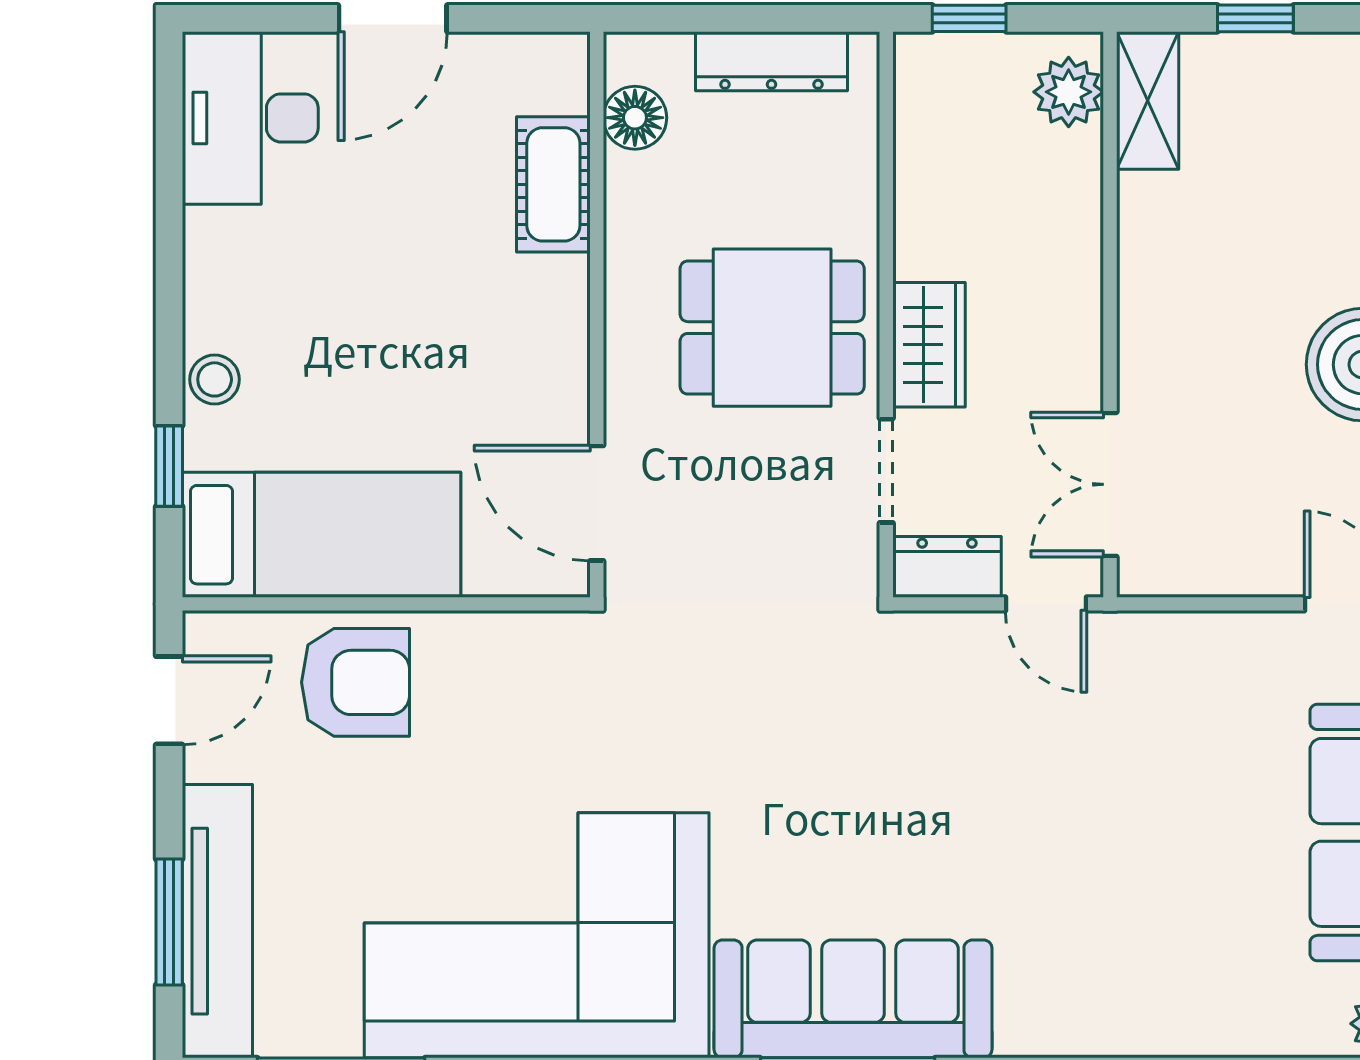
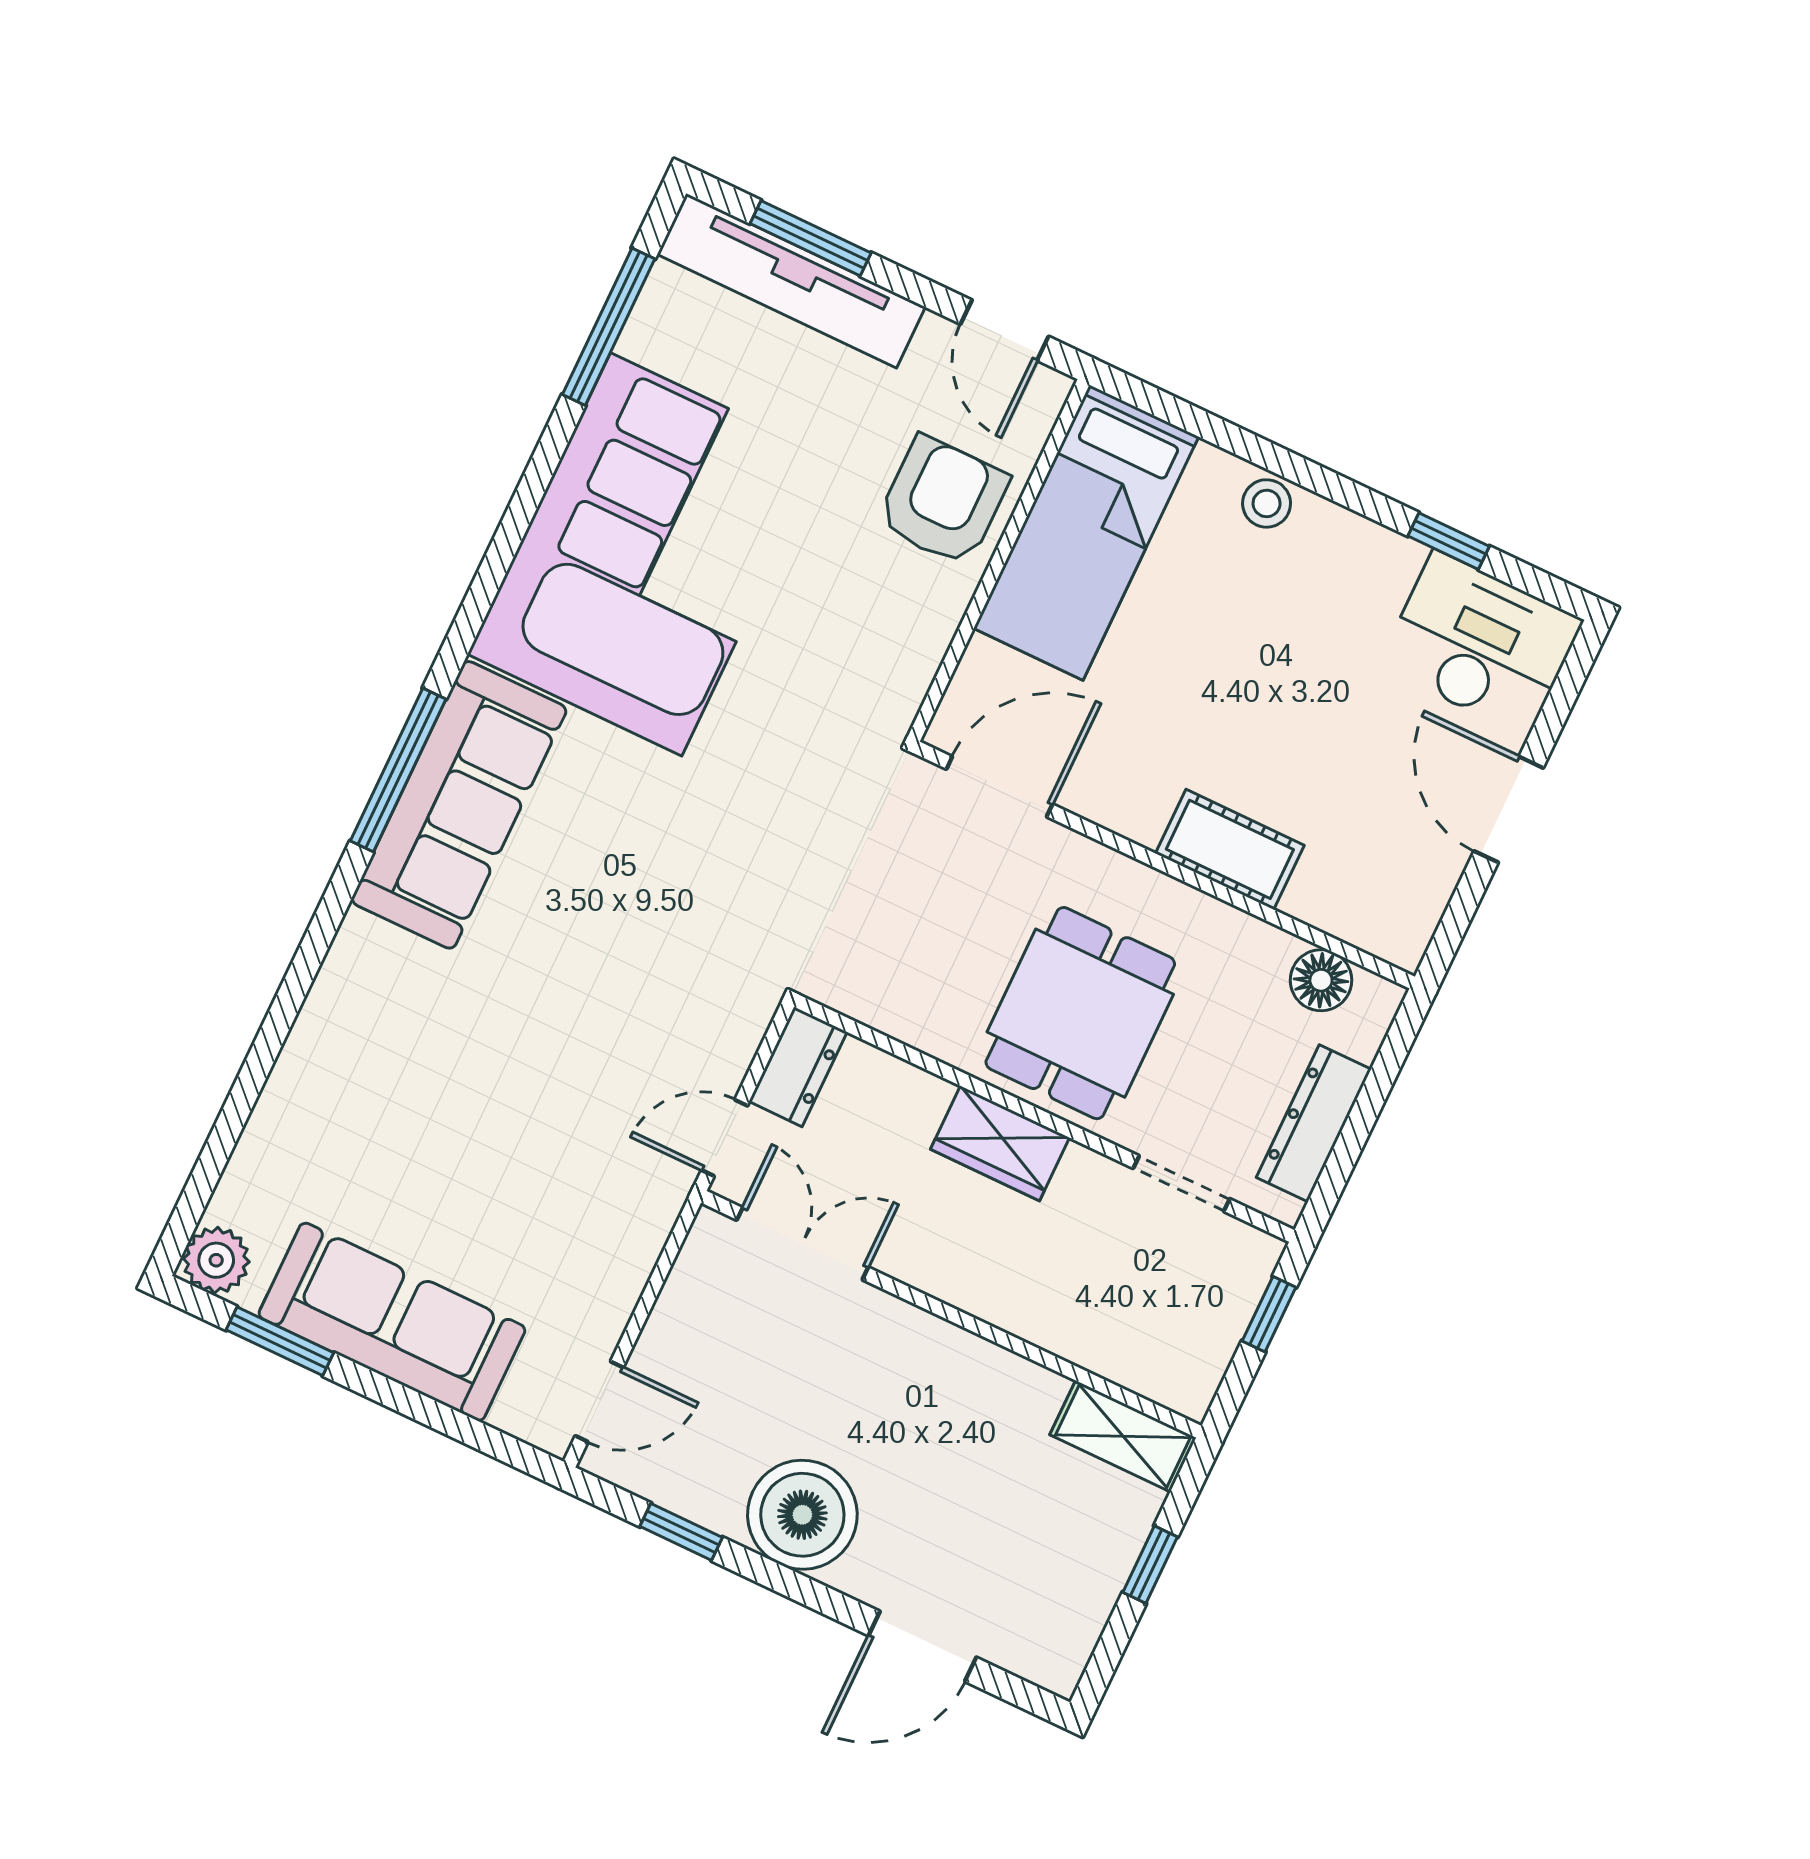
plant: (1069, 92) -> (1163, 1370), removed
cot: (553, 184) -> (1230, 849), moved
window: (169, 466) -> (1449, 541), moved
doorway: (886, 471) -> (1181, 1184), moved
armchair: (356, 682) -> (943, 501), turned 180

